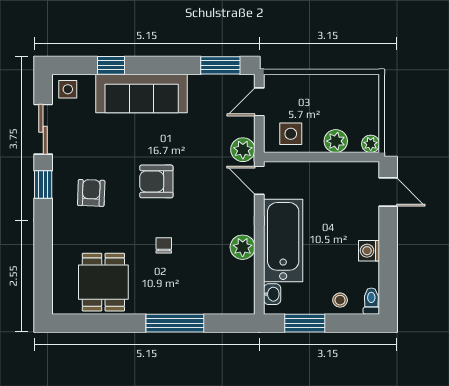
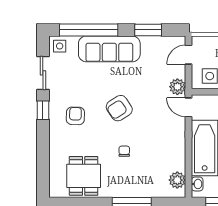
window: (111, 65) -> (89, 30), width x3.17
window: (220, 65) -> (148, 30), moved
armchair: (156, 181) -> (119, 108), turned -33
plant: (243, 247) -> (177, 180), moved

